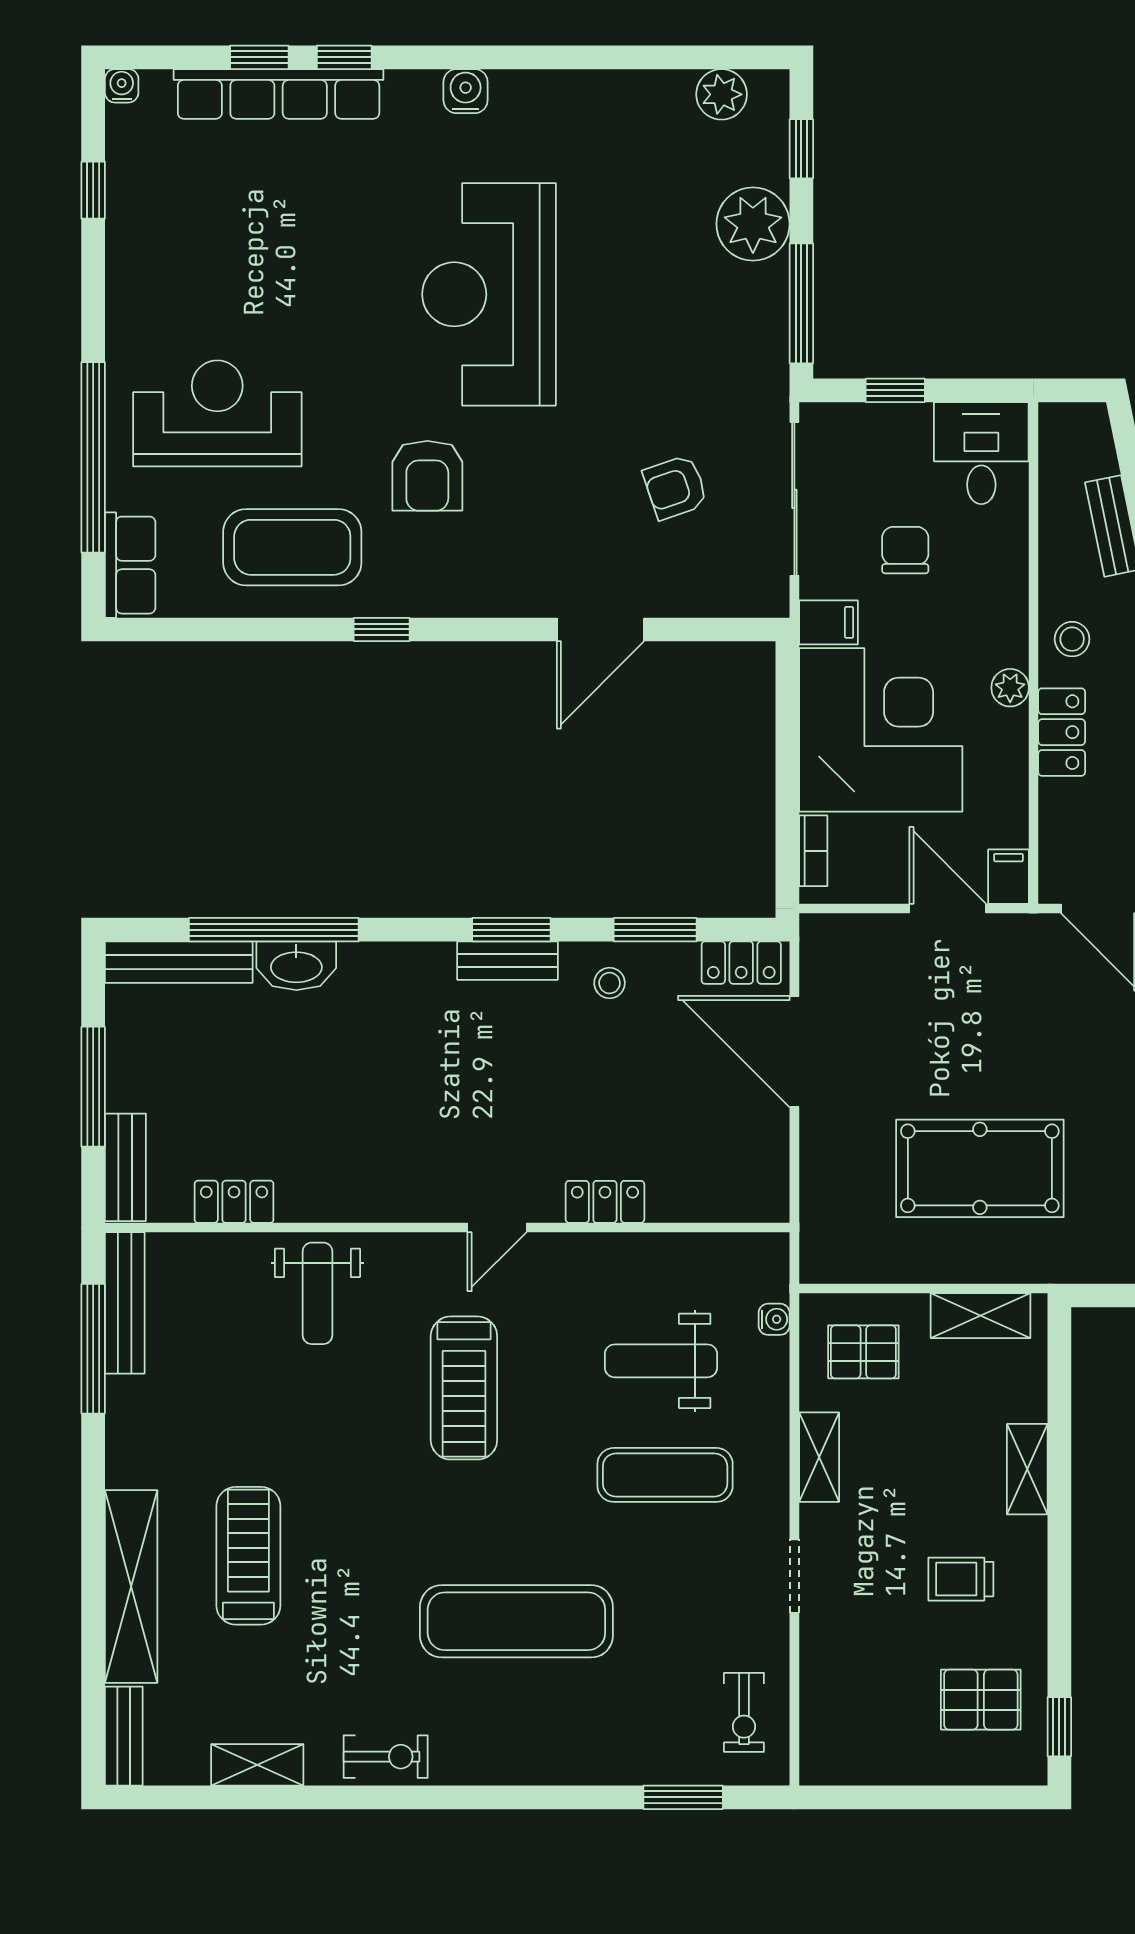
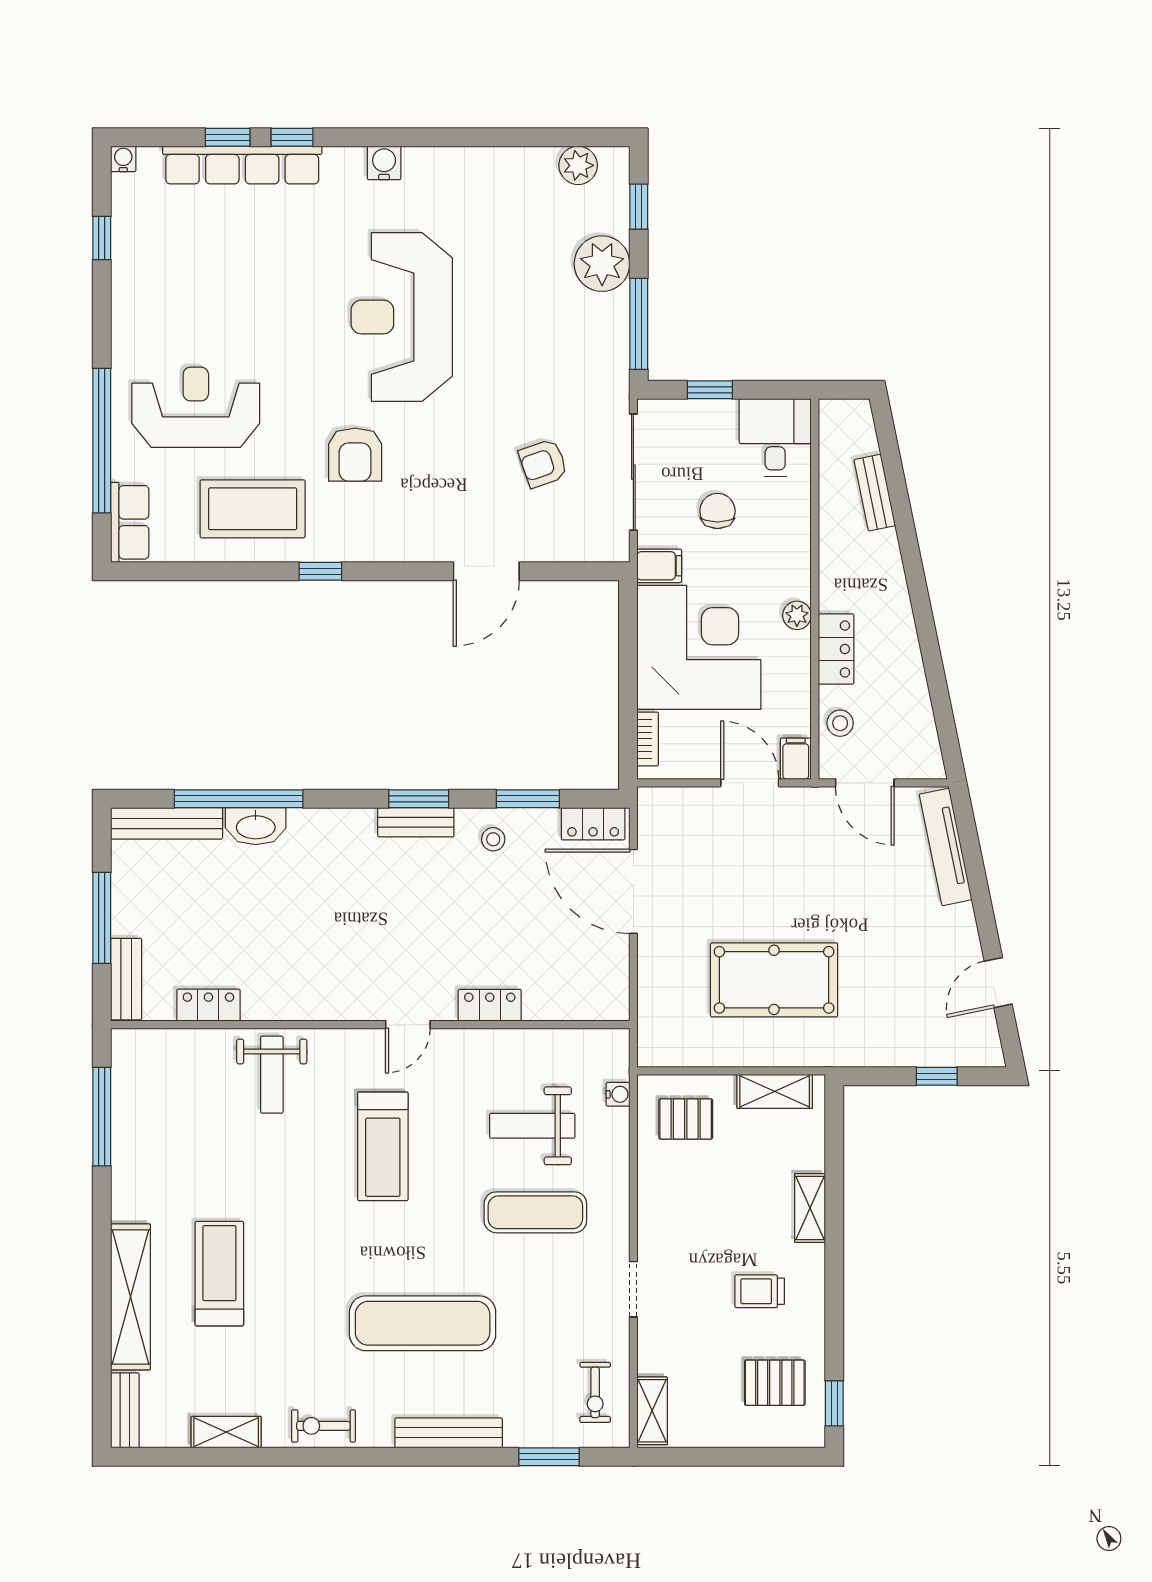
stool: (1072, 639) -> (840, 723), moved
bench: (125, 1303) -> (449, 1433), moved, turned 90
shelving: (819, 1457) -> (652, 1411), moved
exercise bike: (386, 1757) -> (323, 1426), turned 180

